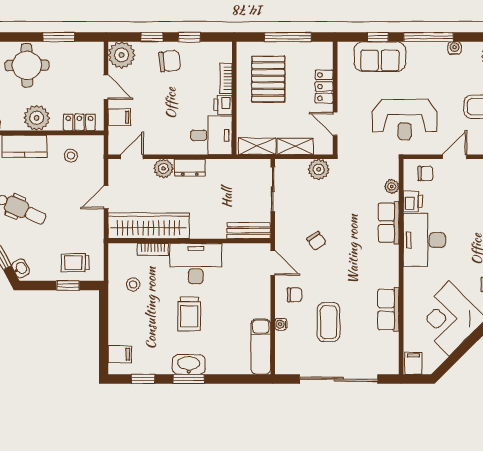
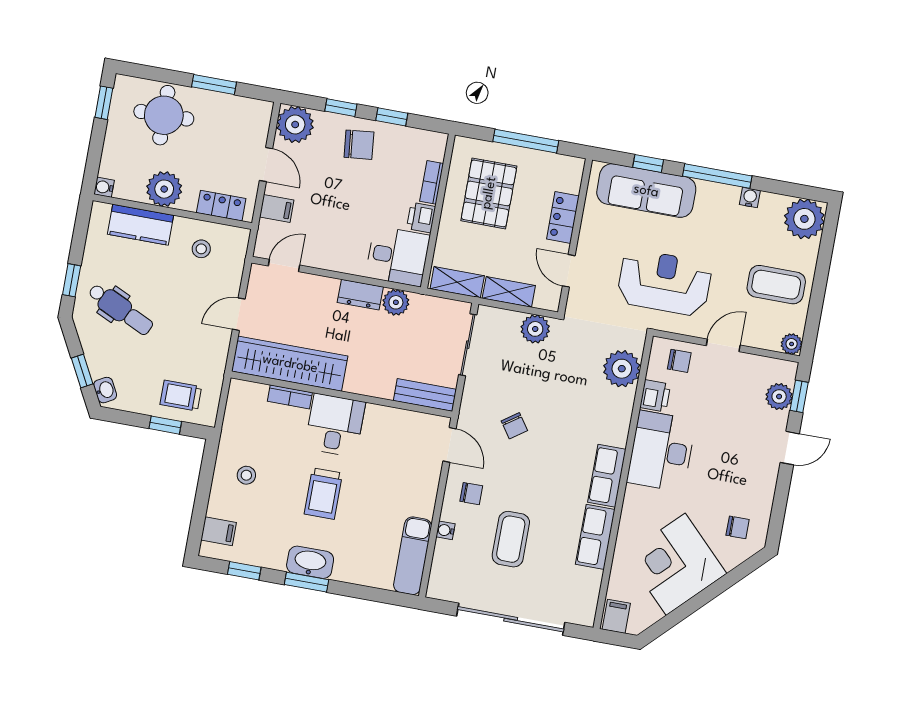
sofa: (380, 57) -> (646, 191), width x1.36
reception desk: (405, 120) -> (664, 283), turned 180
plant: (163, 168) -> (396, 302), moved
plant: (392, 186) -> (622, 369), width x1.88, depth x1.88
row of seats: (389, 223) -> (607, 476), moved
desk: (196, 264) -> (335, 425), width x0.73
stool: (133, 284) -> (246, 475), moved

